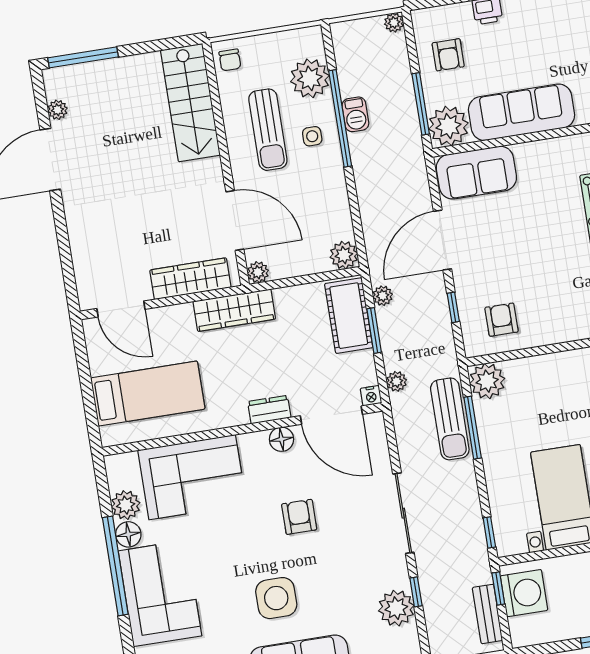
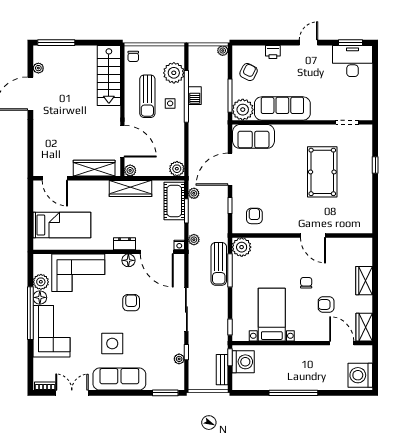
armchair: (448, 55) -> (249, 72), turned -153
wardrobe: (234, 310) -> (130, 188), moved
plant: (396, 608) -> (179, 359), width x0.53, depth x0.53

